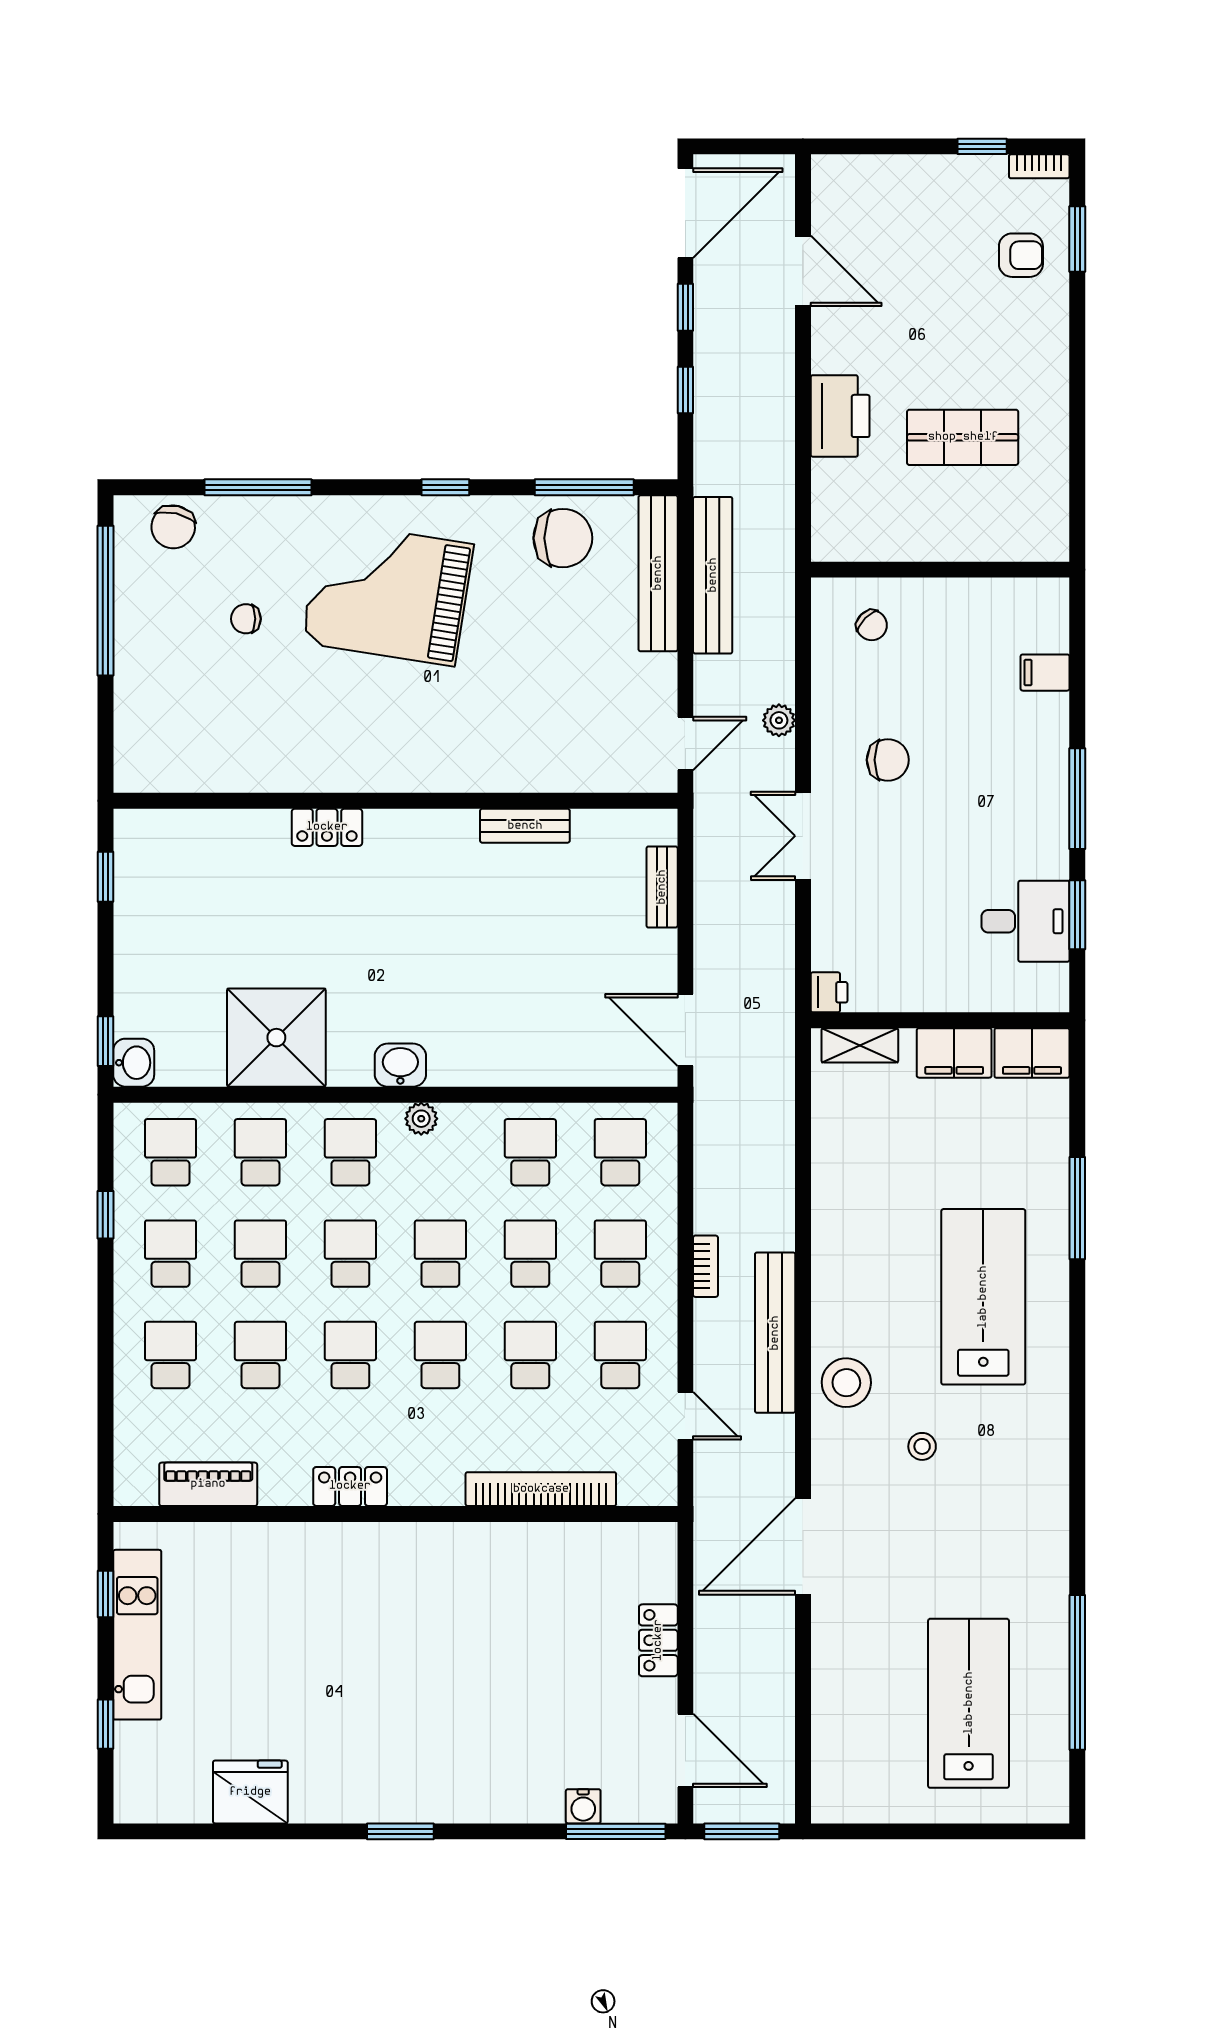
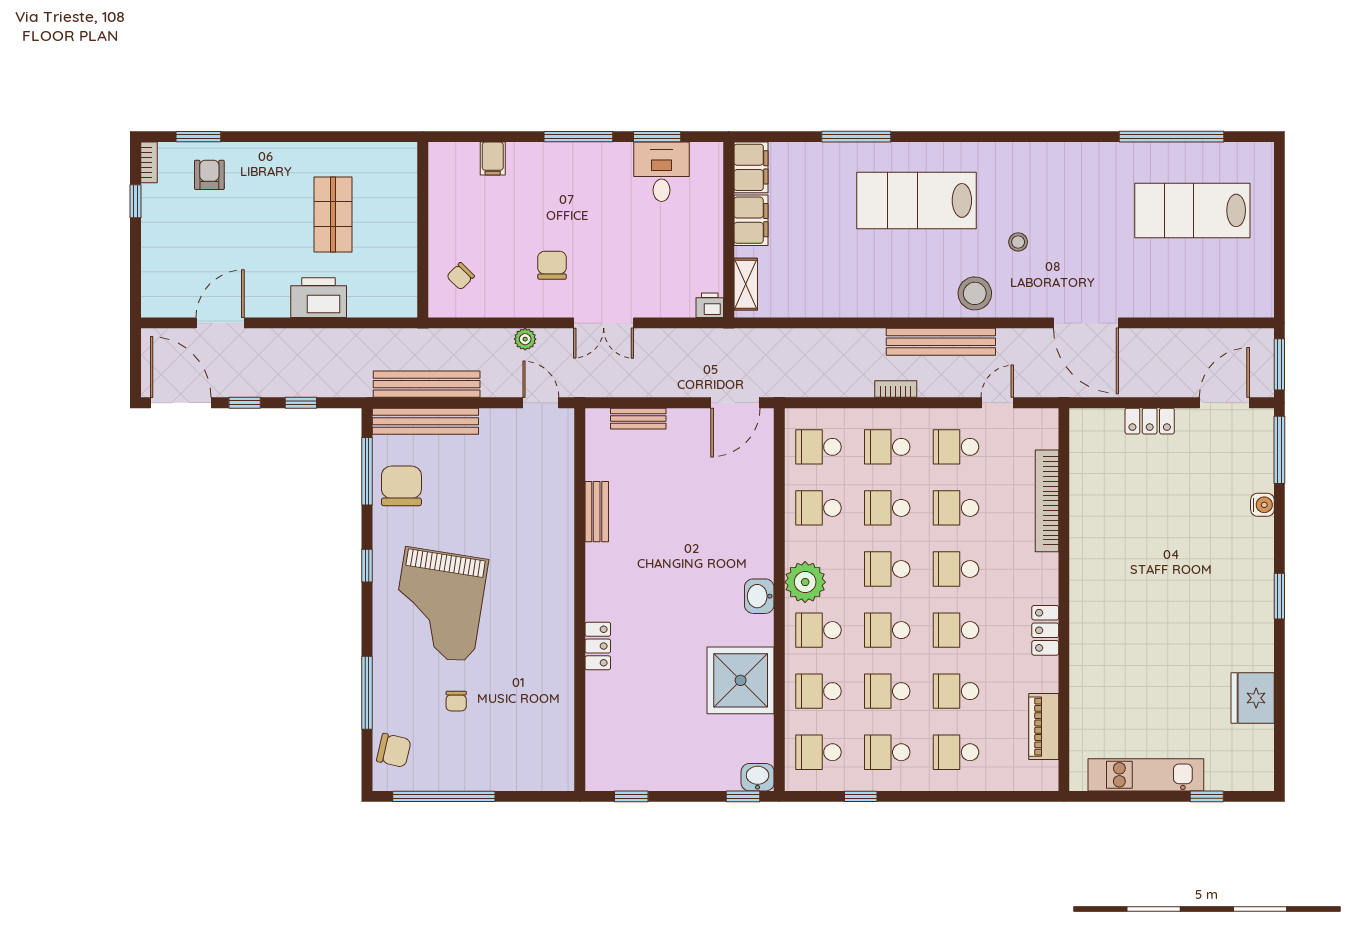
chair: (872, 625) -> (461, 276), turned 180
plant: (421, 1119) -> (805, 582), width x1.88, depth x1.88
window: (105, 1594) -> (1118, 796), removed
water cooler: (583, 1806) -> (1262, 505), moved

